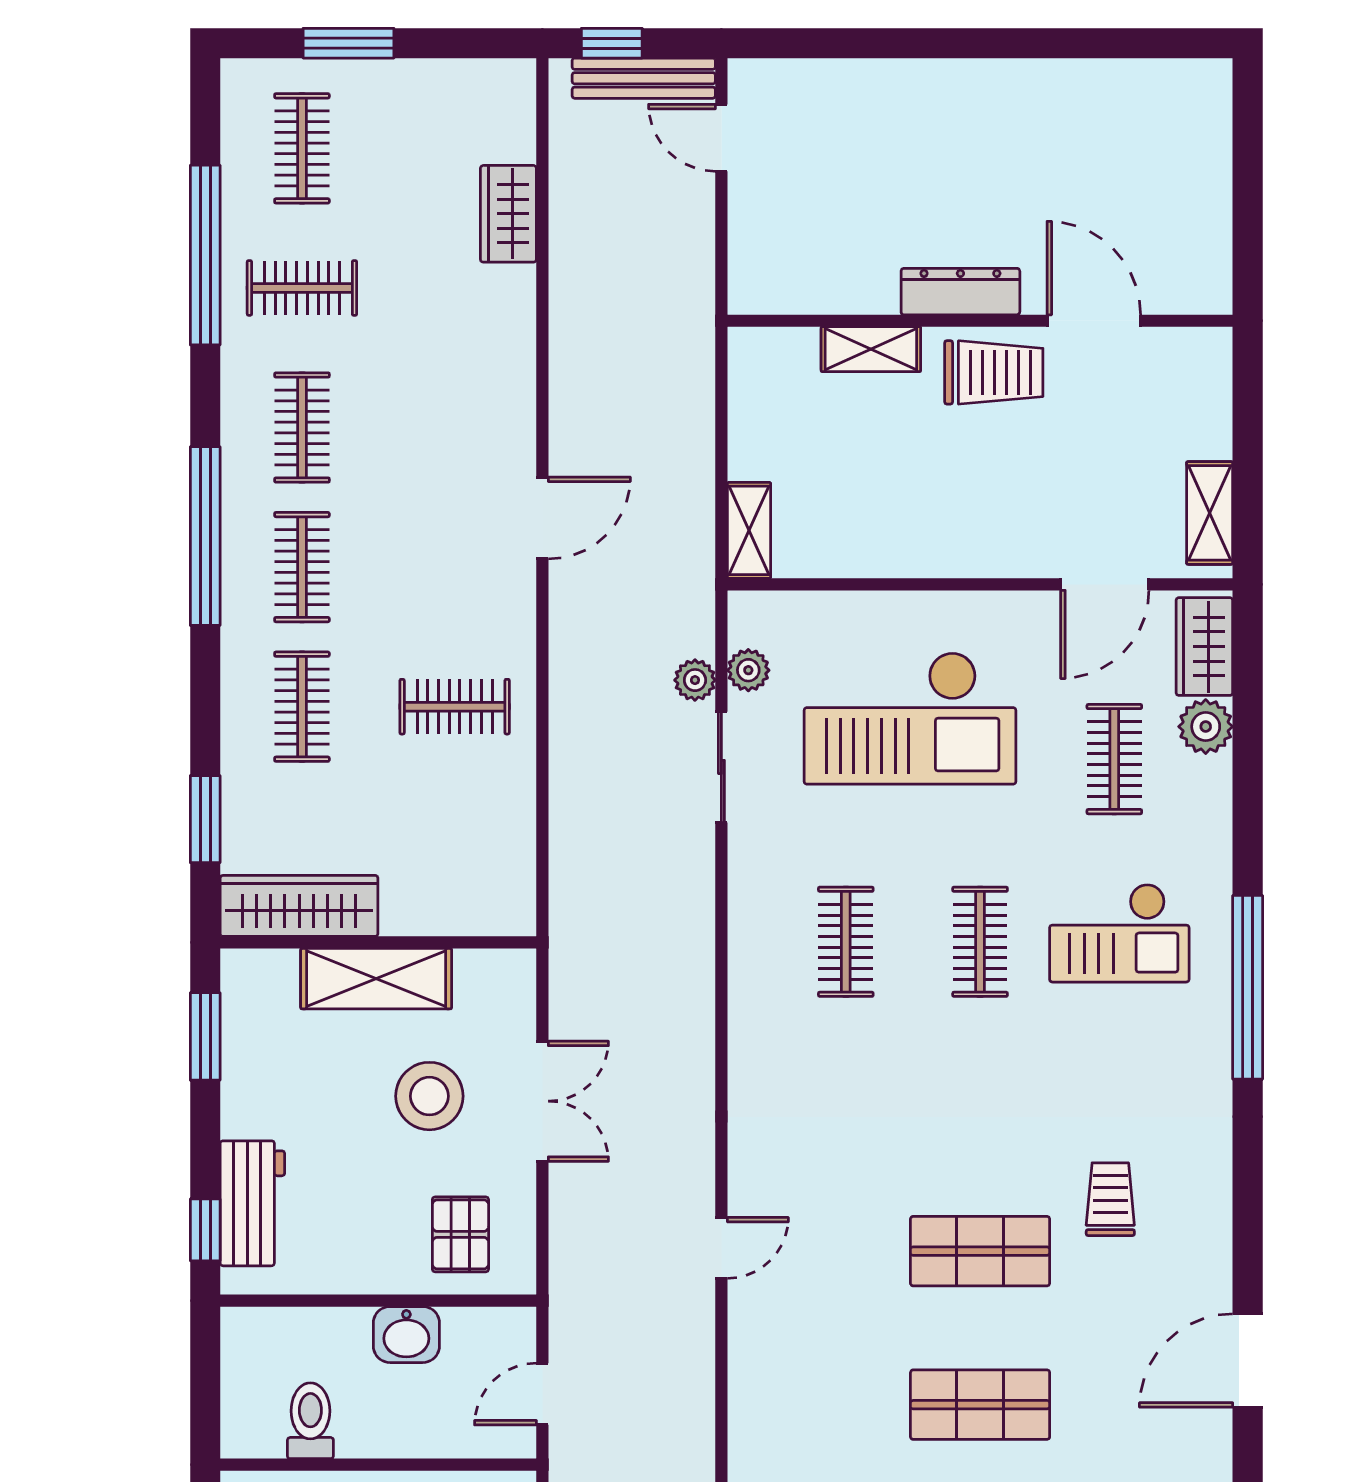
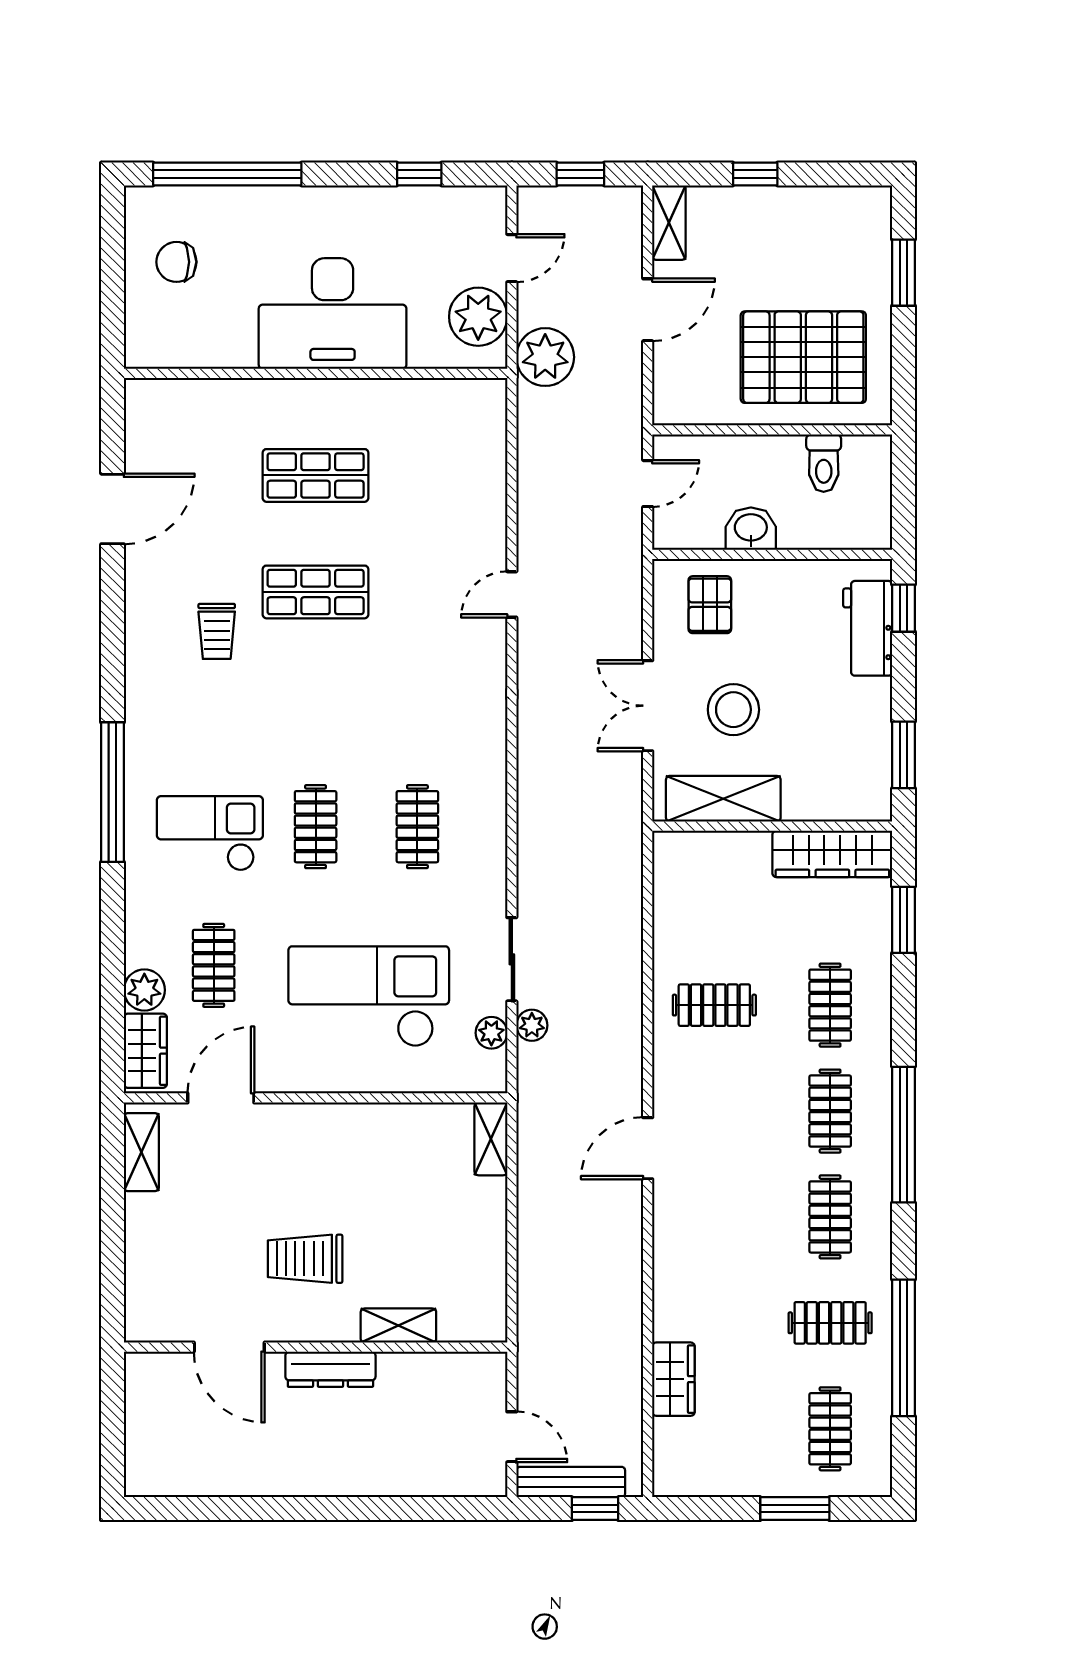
dresser: (960, 292) -> (330, 1369), moved
wall: (980, 321) -> (316, 1347), moved
door: (1094, 321) -> (229, 1347), moved
shelving: (871, 349) -> (398, 1325), moved
shelving: (376, 979) -> (723, 799), moved

